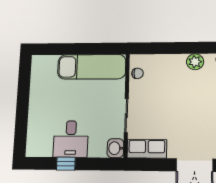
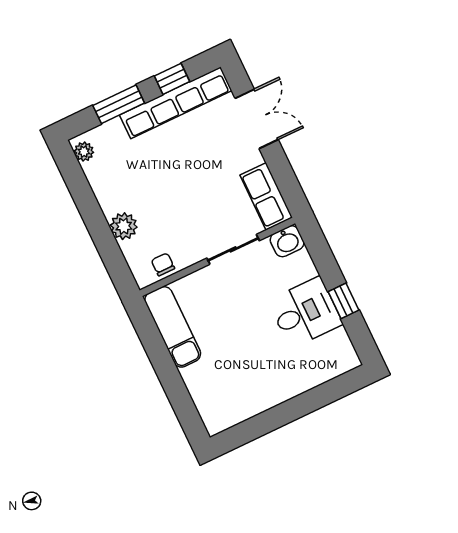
plant: (195, 62) -> (124, 226), moved
exam couch: (92, 67) -> (173, 327), width x0.73, depth x0.69

